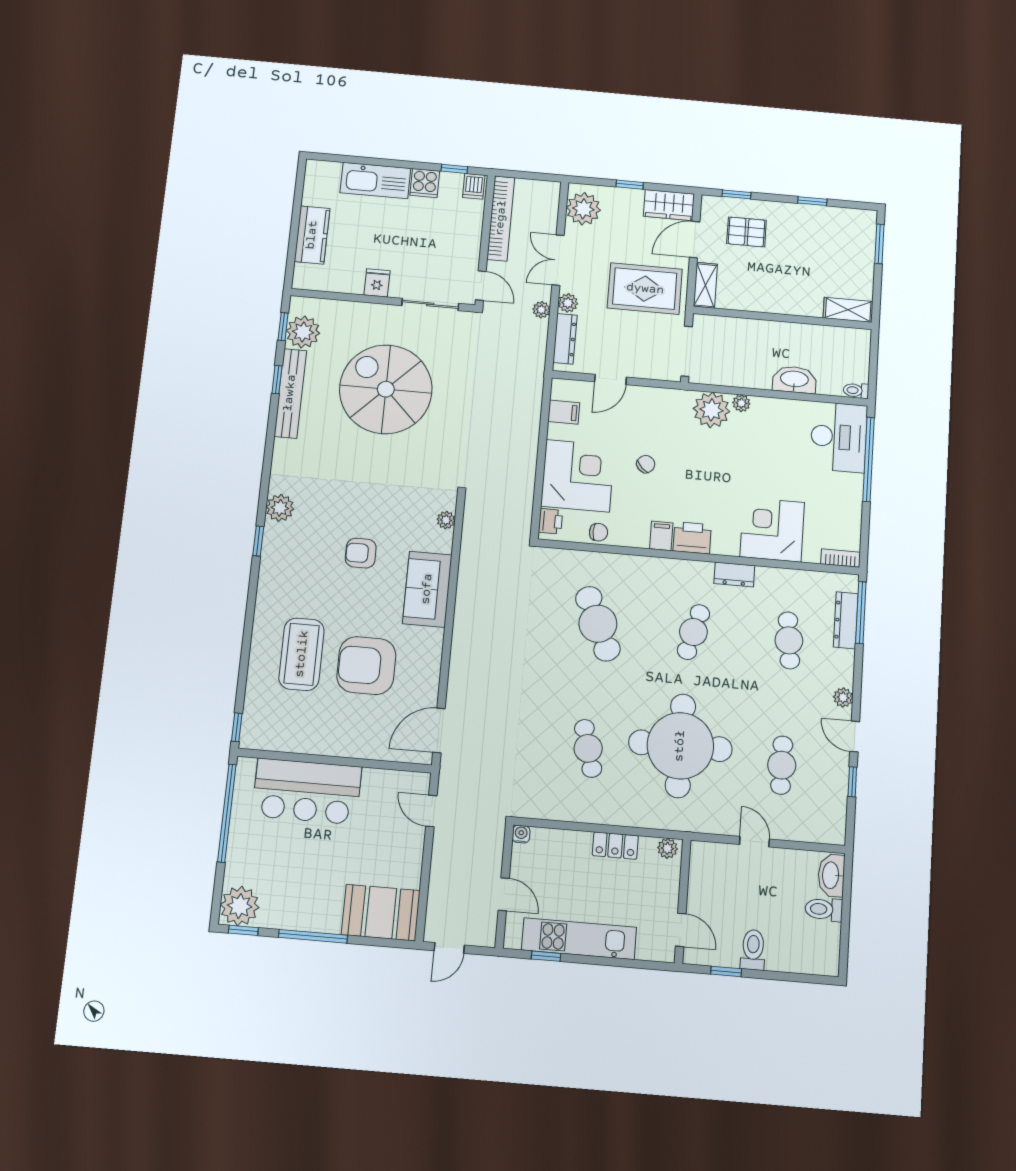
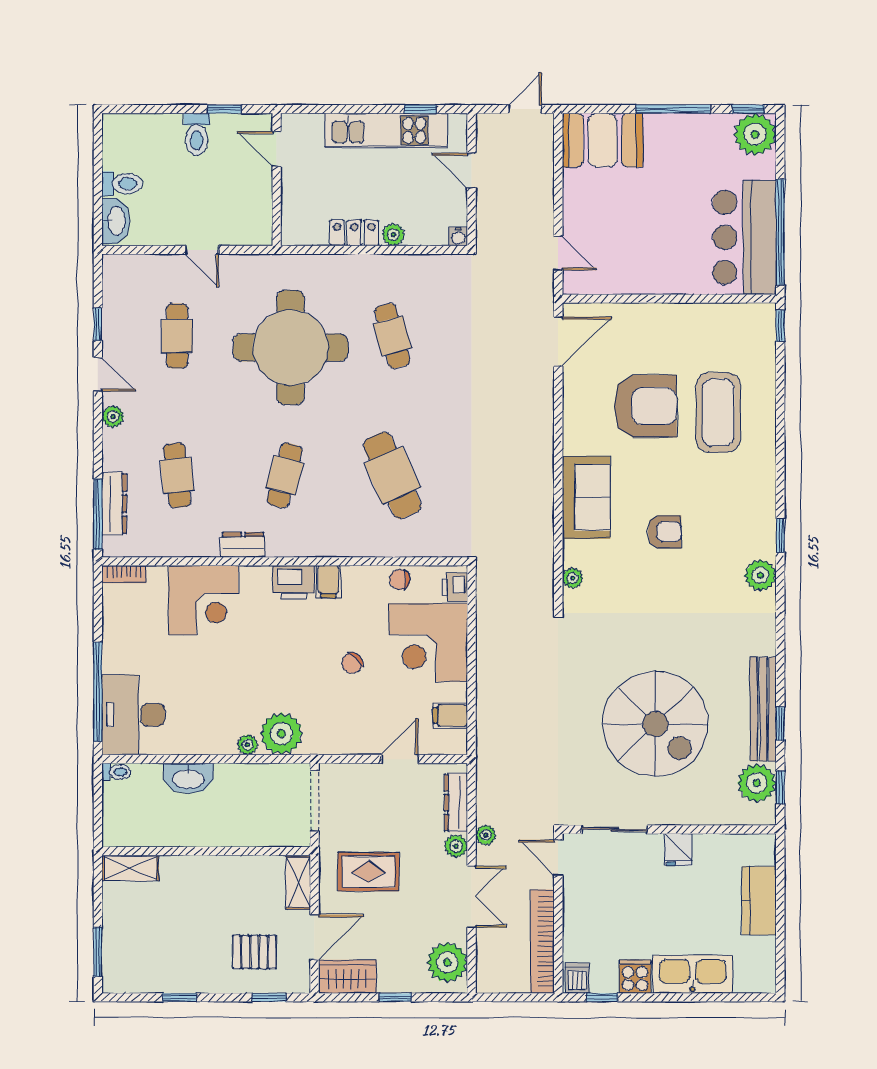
rug: (645, 289) -> (368, 872), width x0.73, depth x0.70
bar counter: (307, 791) -> (744, 237), moved, turned -90
plant: (667, 848) -> (393, 235), moved

